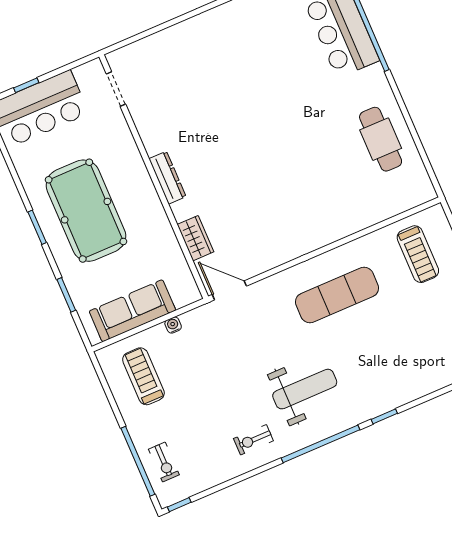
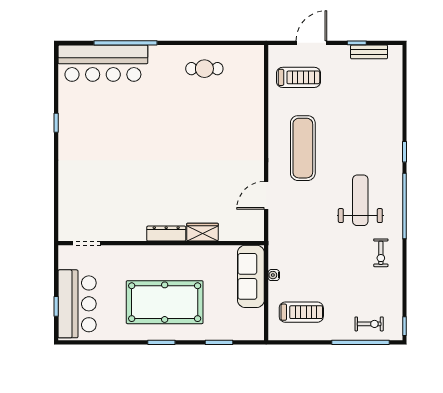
cafe table: (381, 139) -> (204, 69), width x0.73, depth x0.74
wardrobe: (195, 238) -> (202, 232), moved
door: (229, 290) -> (266, 195), moved
sofa: (132, 311) -> (251, 276), moved
treadmill: (143, 376) -> (301, 312), turned 180

